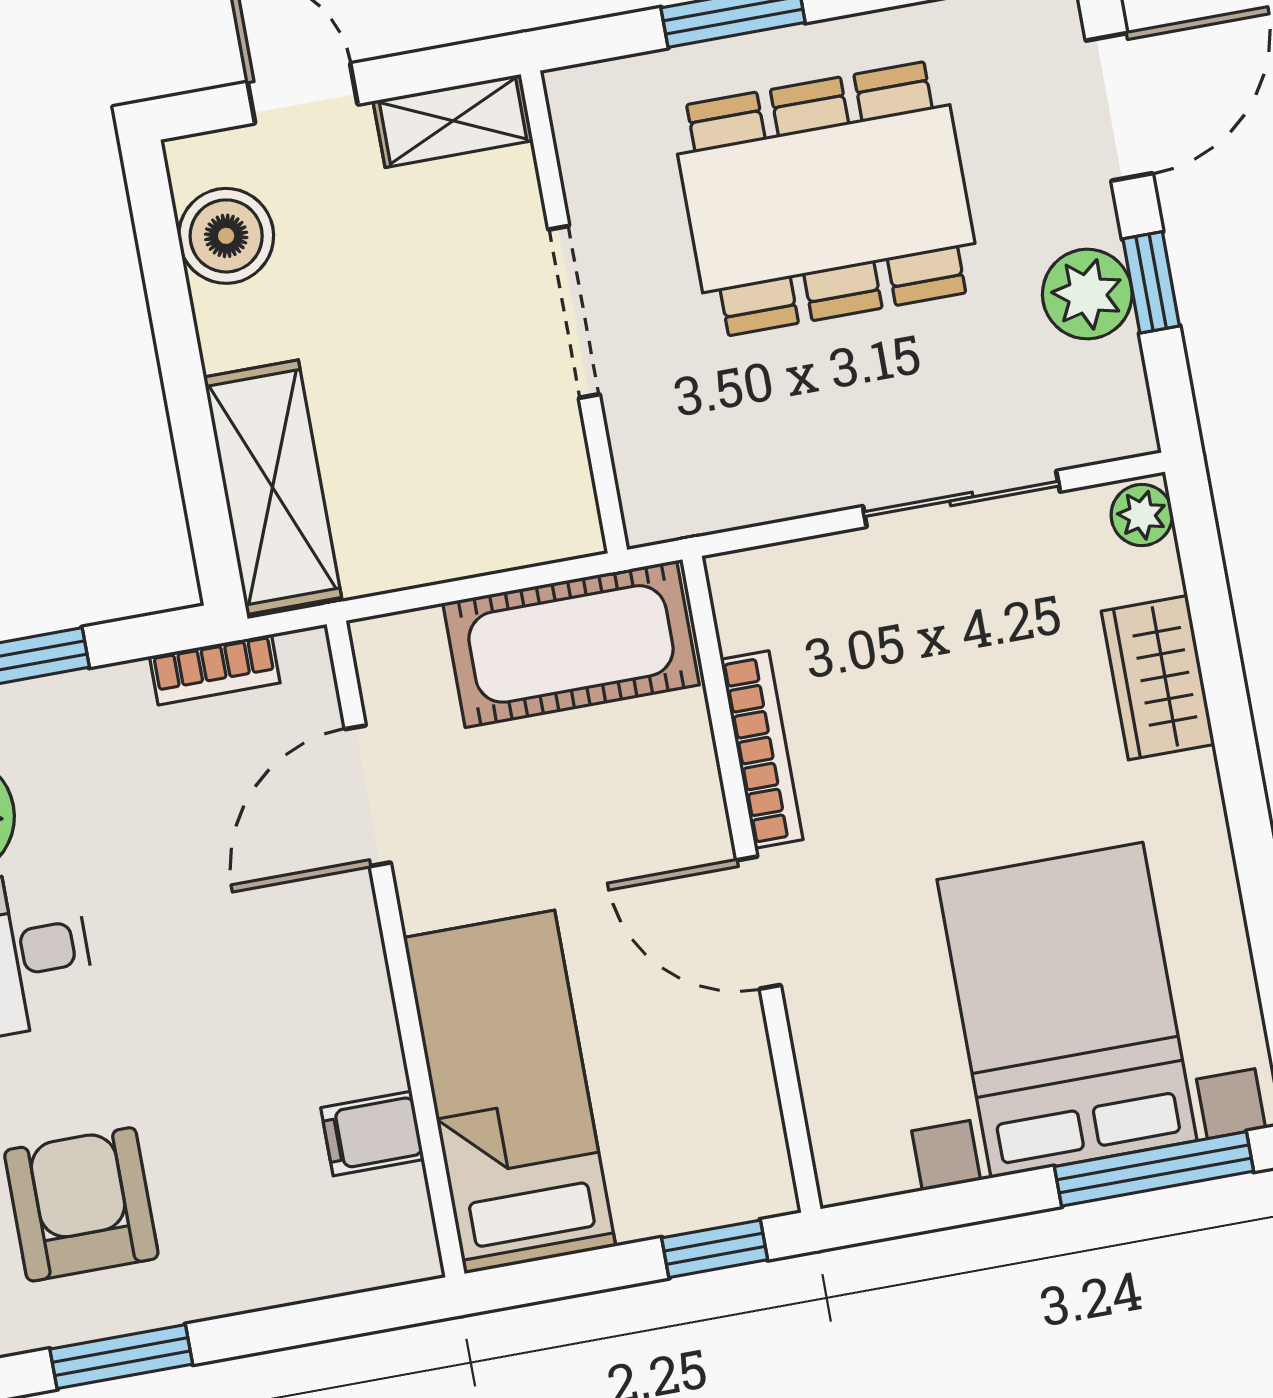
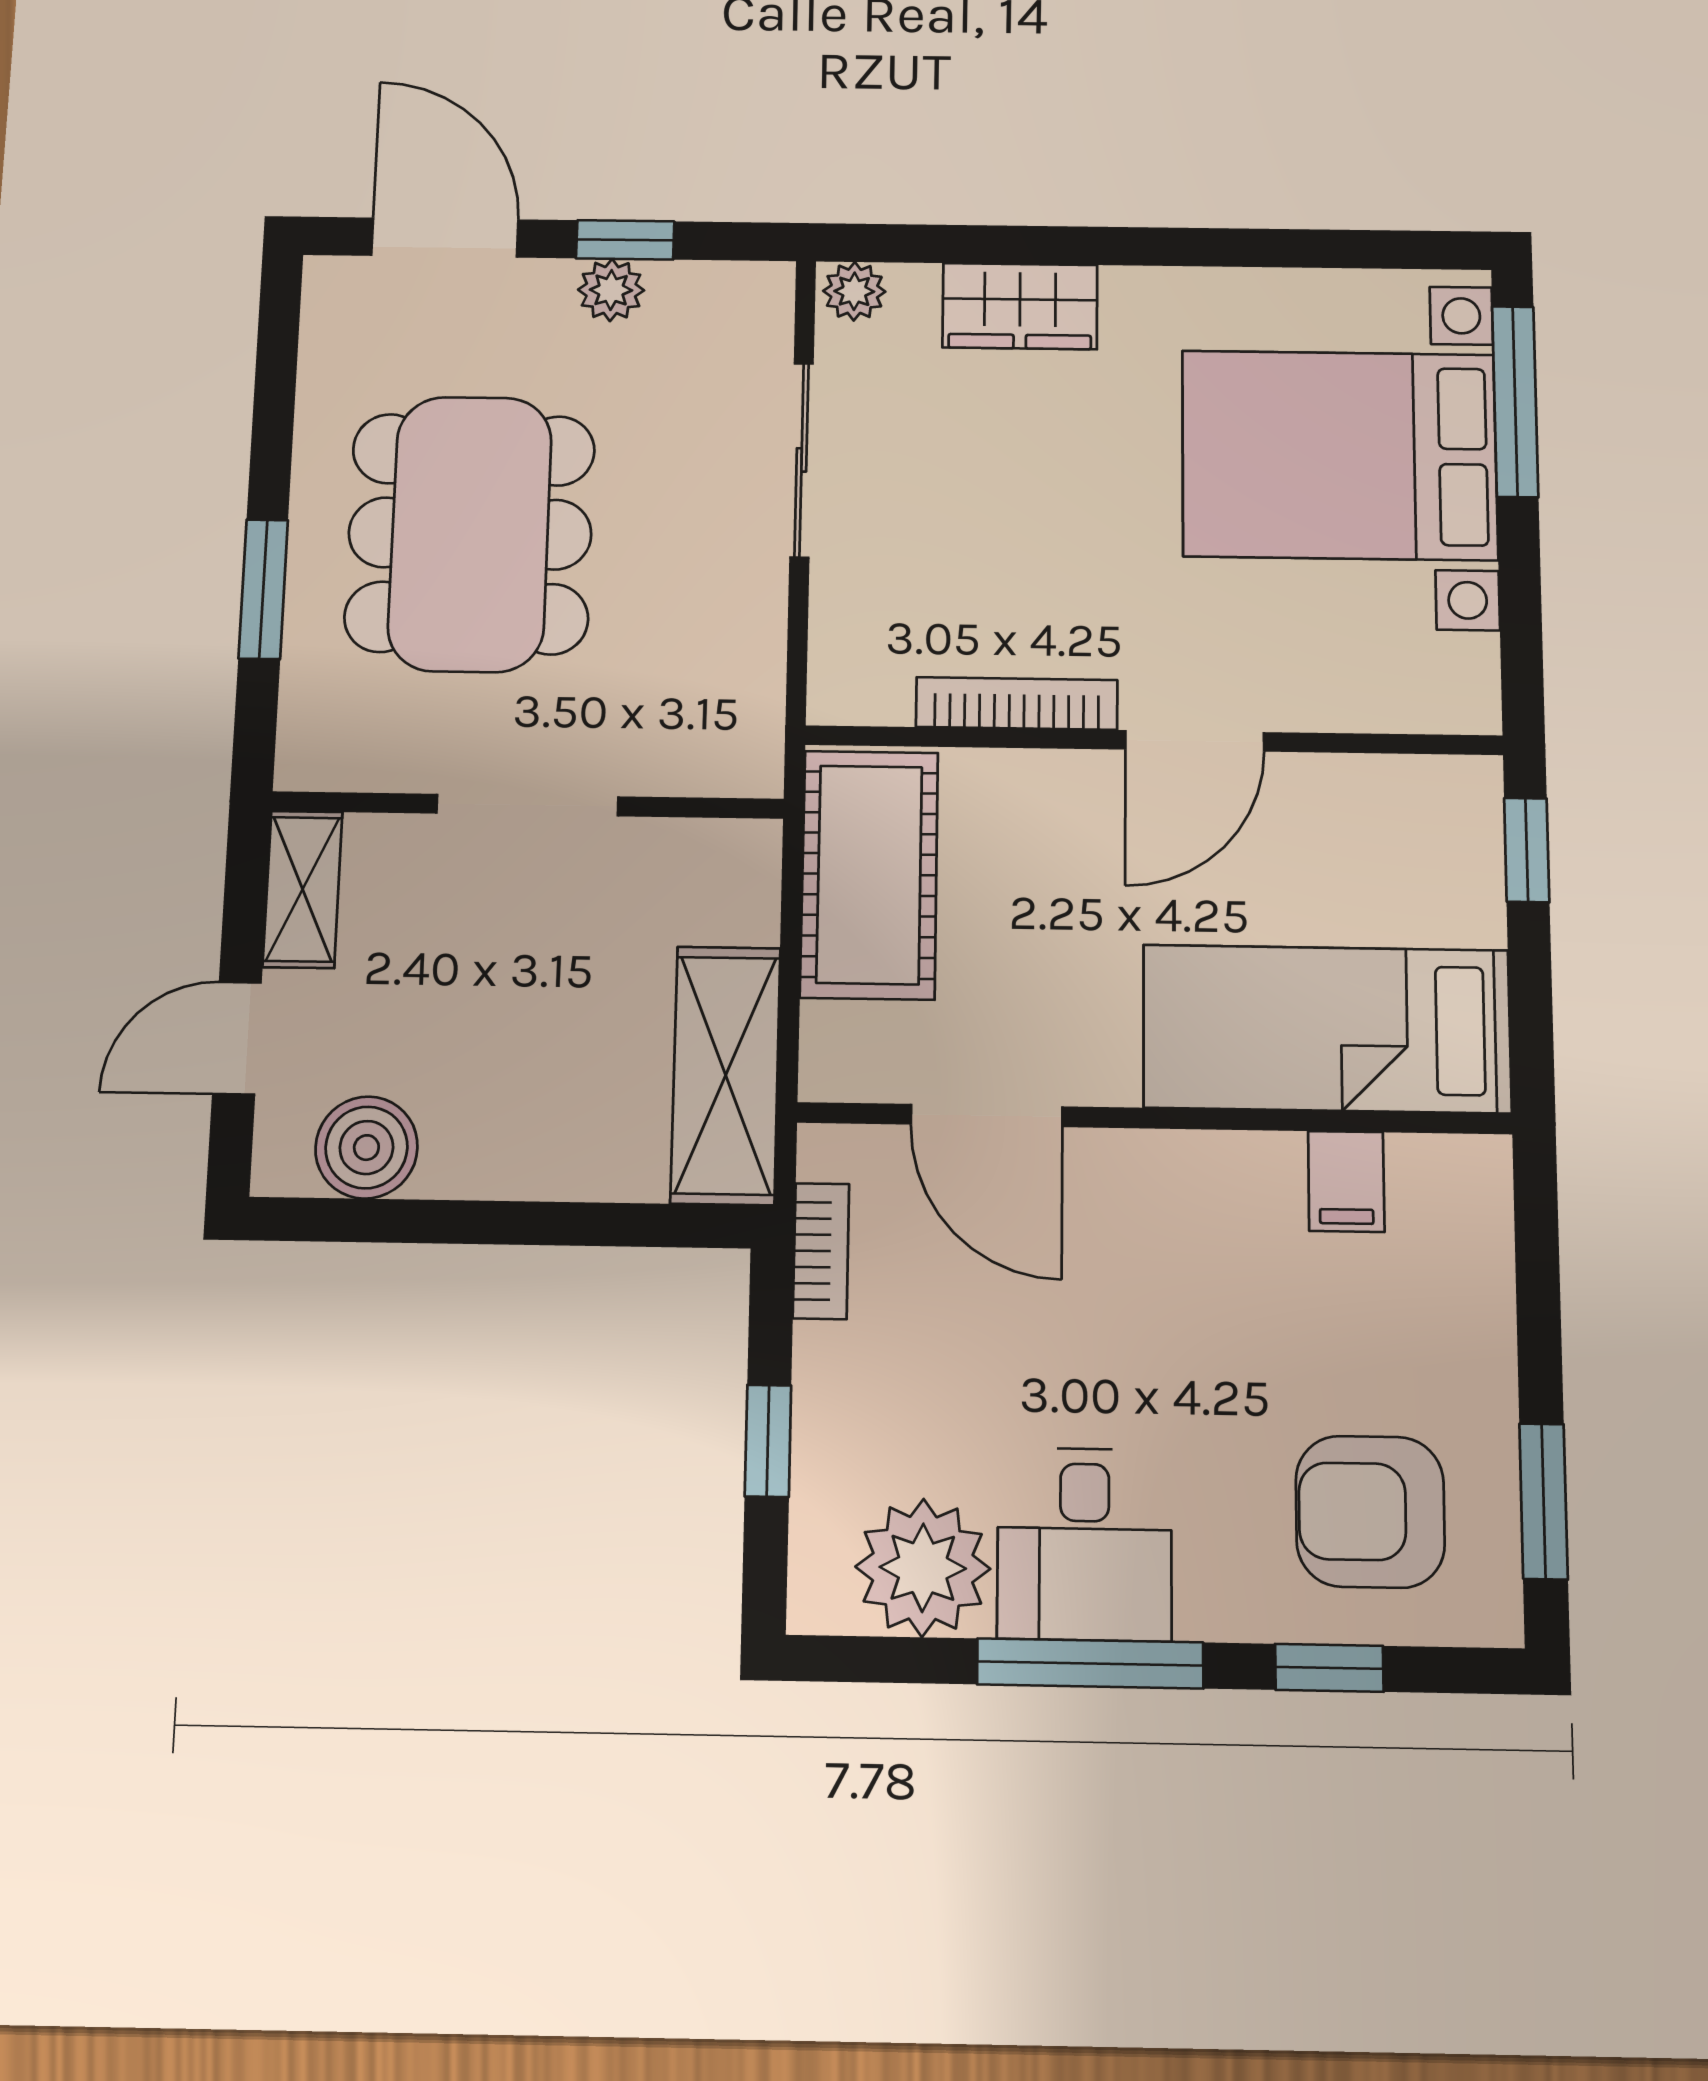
plant: (1087, 294) -> (611, 290), width x0.73, depth x0.73
shelving: (273, 487) -> (726, 1075), moved, turned 90

